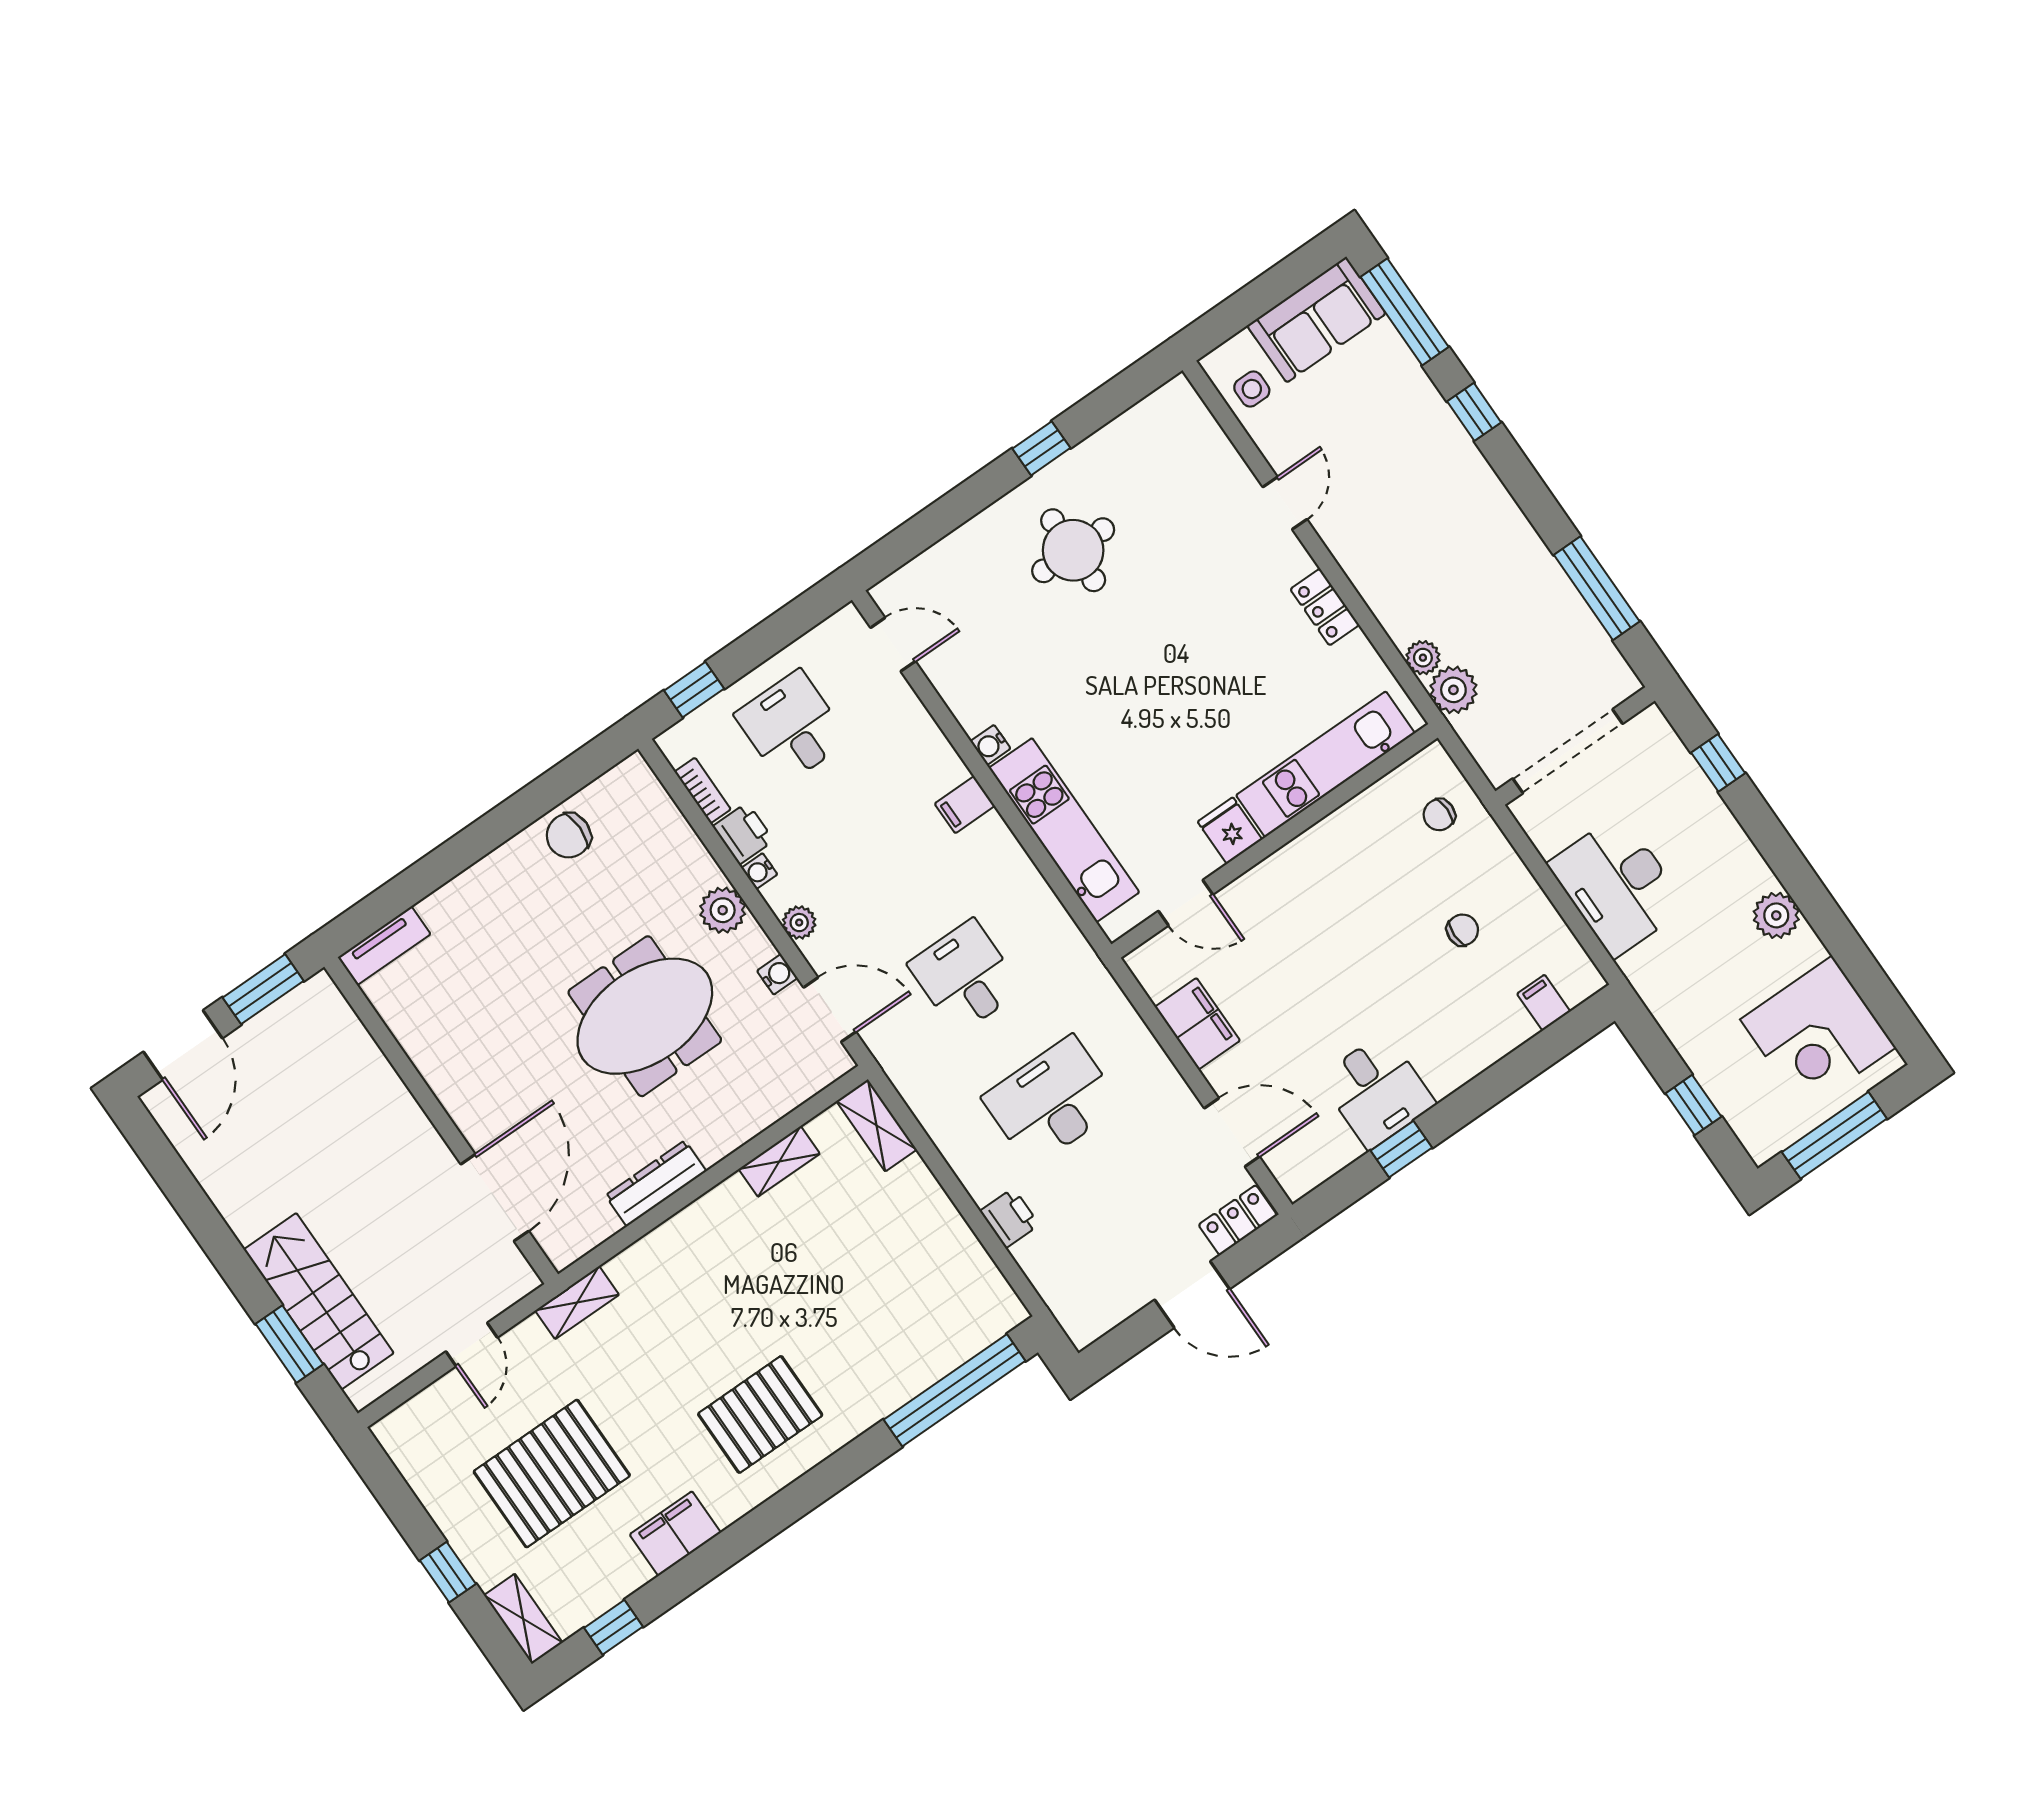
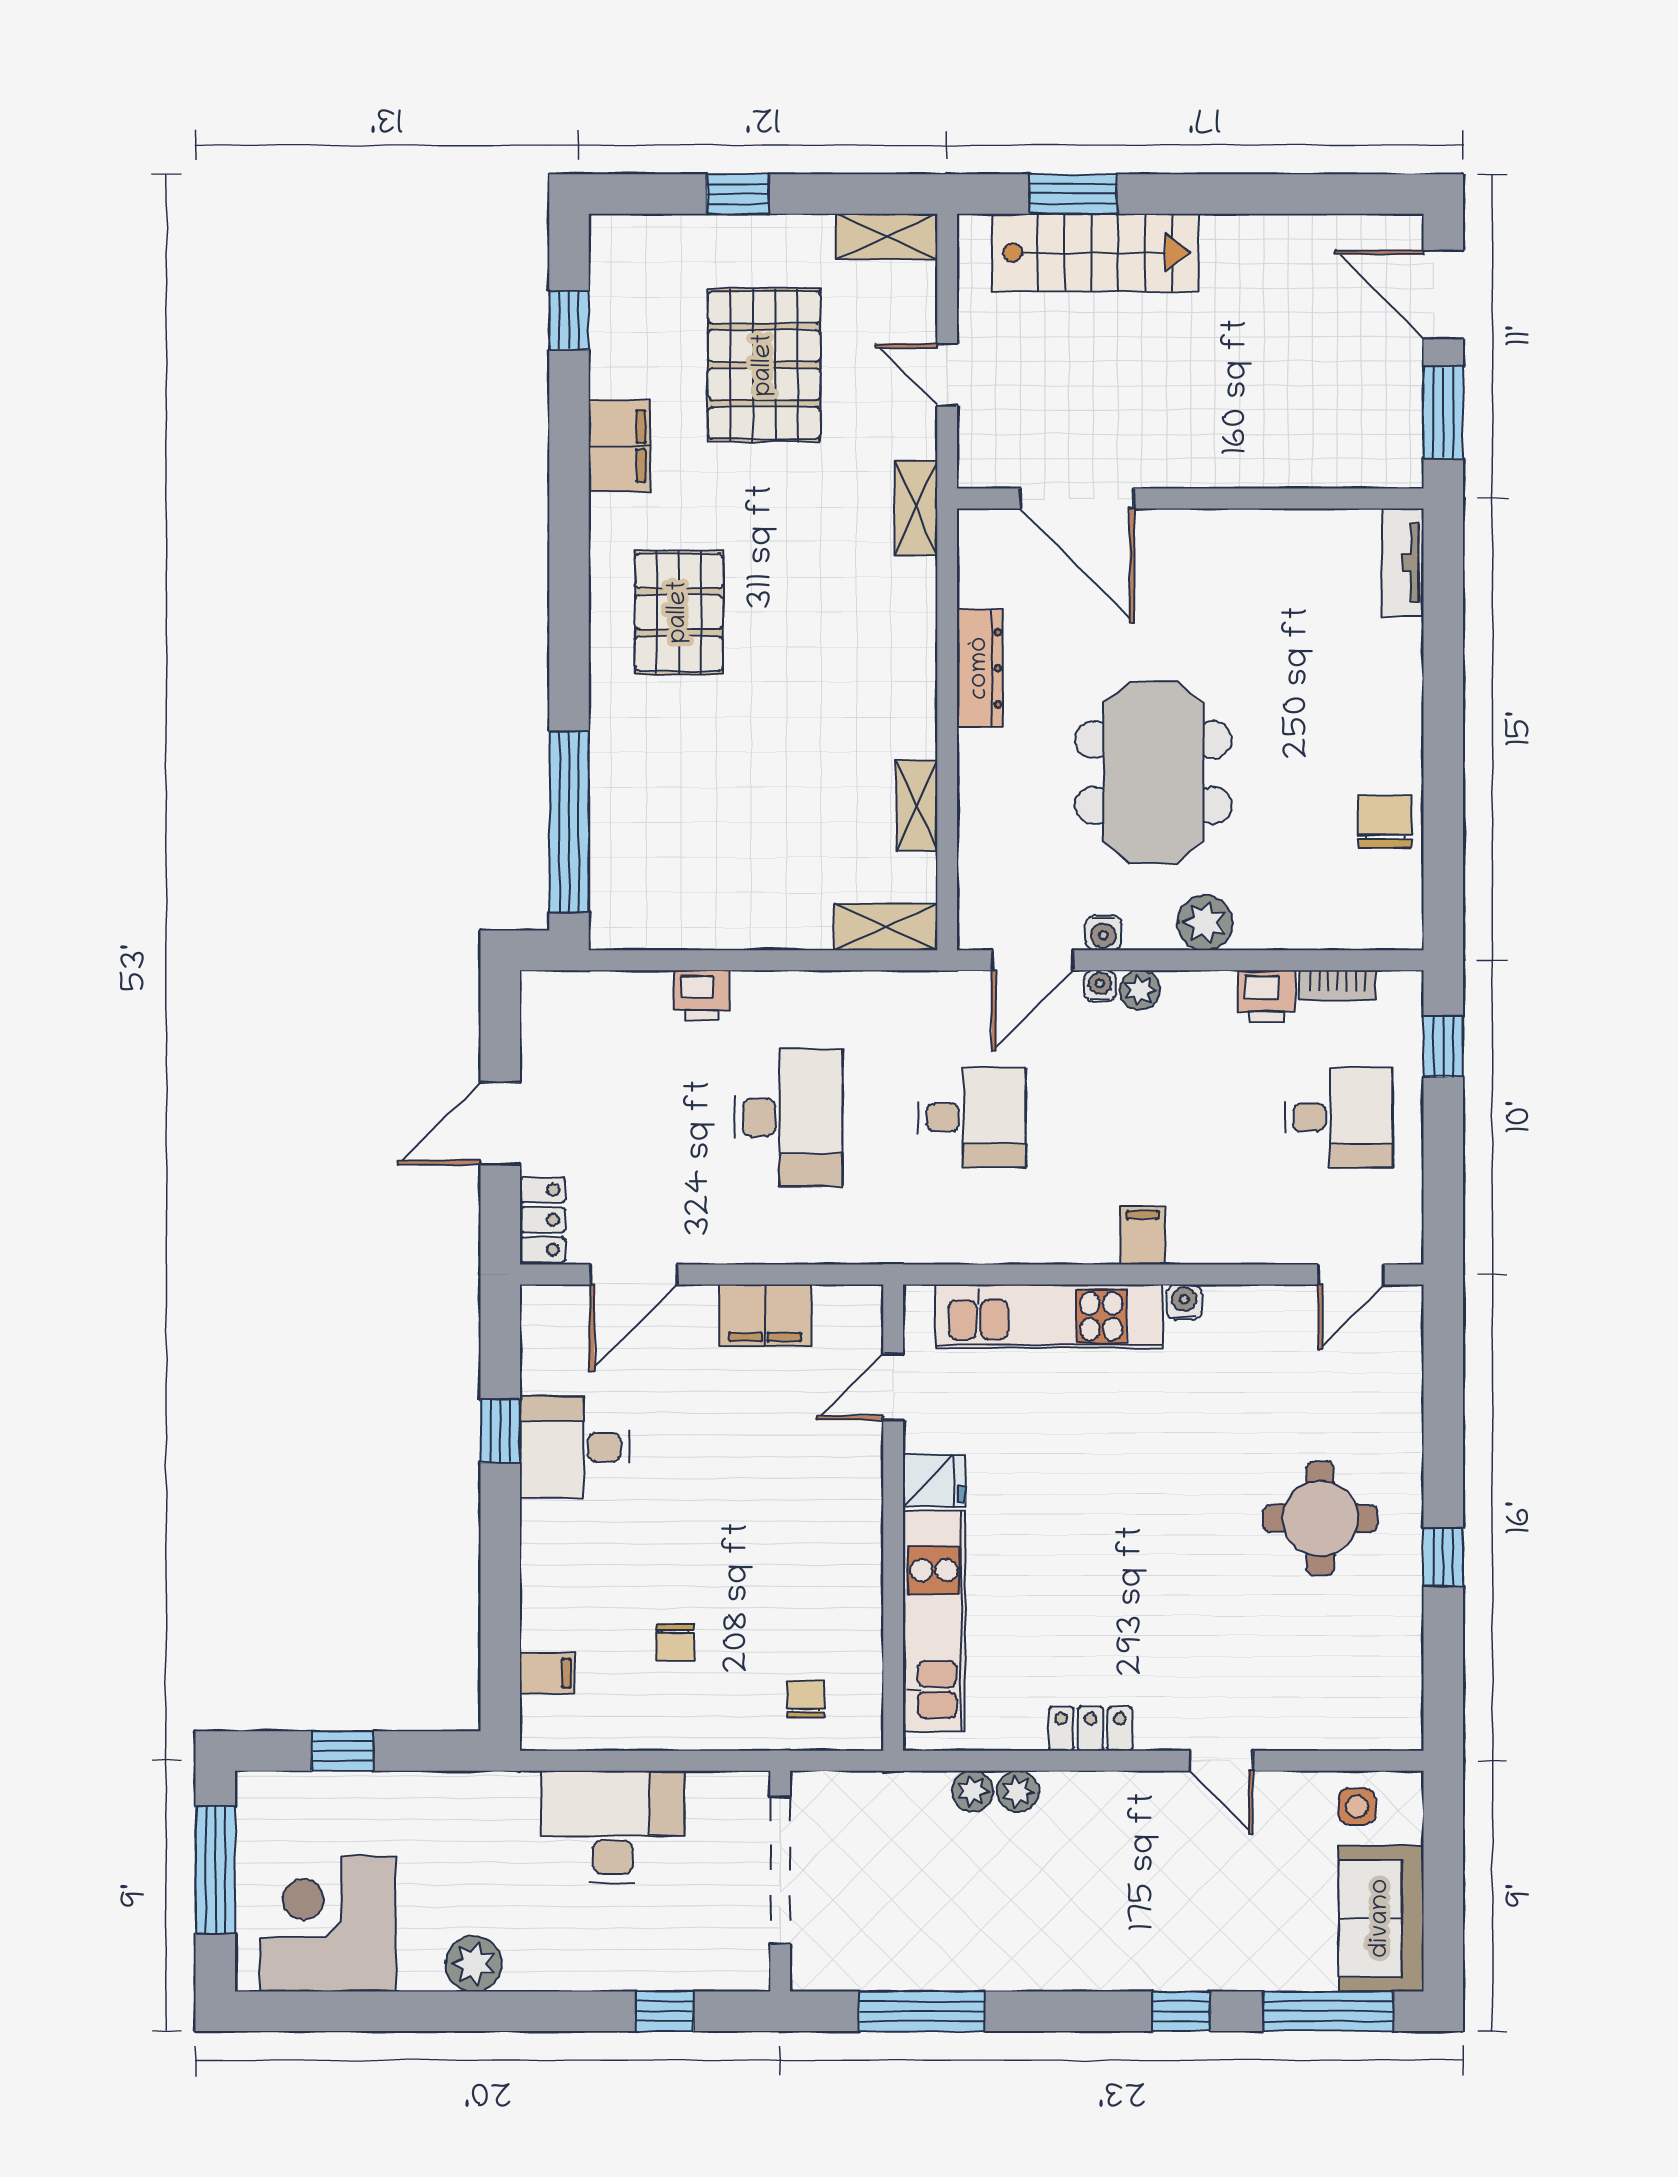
plant: (1453, 690) -> (1018, 1791), moved, width x0.73, depth x0.73
water cooler: (759, 871) -> (1100, 986), moved
shelving: (523, 1619) -> (887, 237), moved

